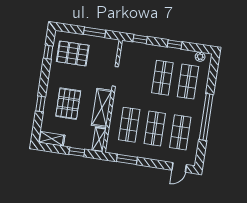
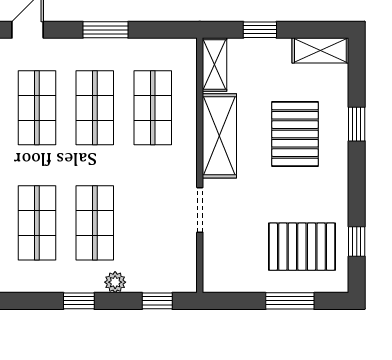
window: (95, 32) -> (290, 301), moved
plant: (200, 57) -> (115, 282), moved
window: (127, 159) -> (106, 30), moved

